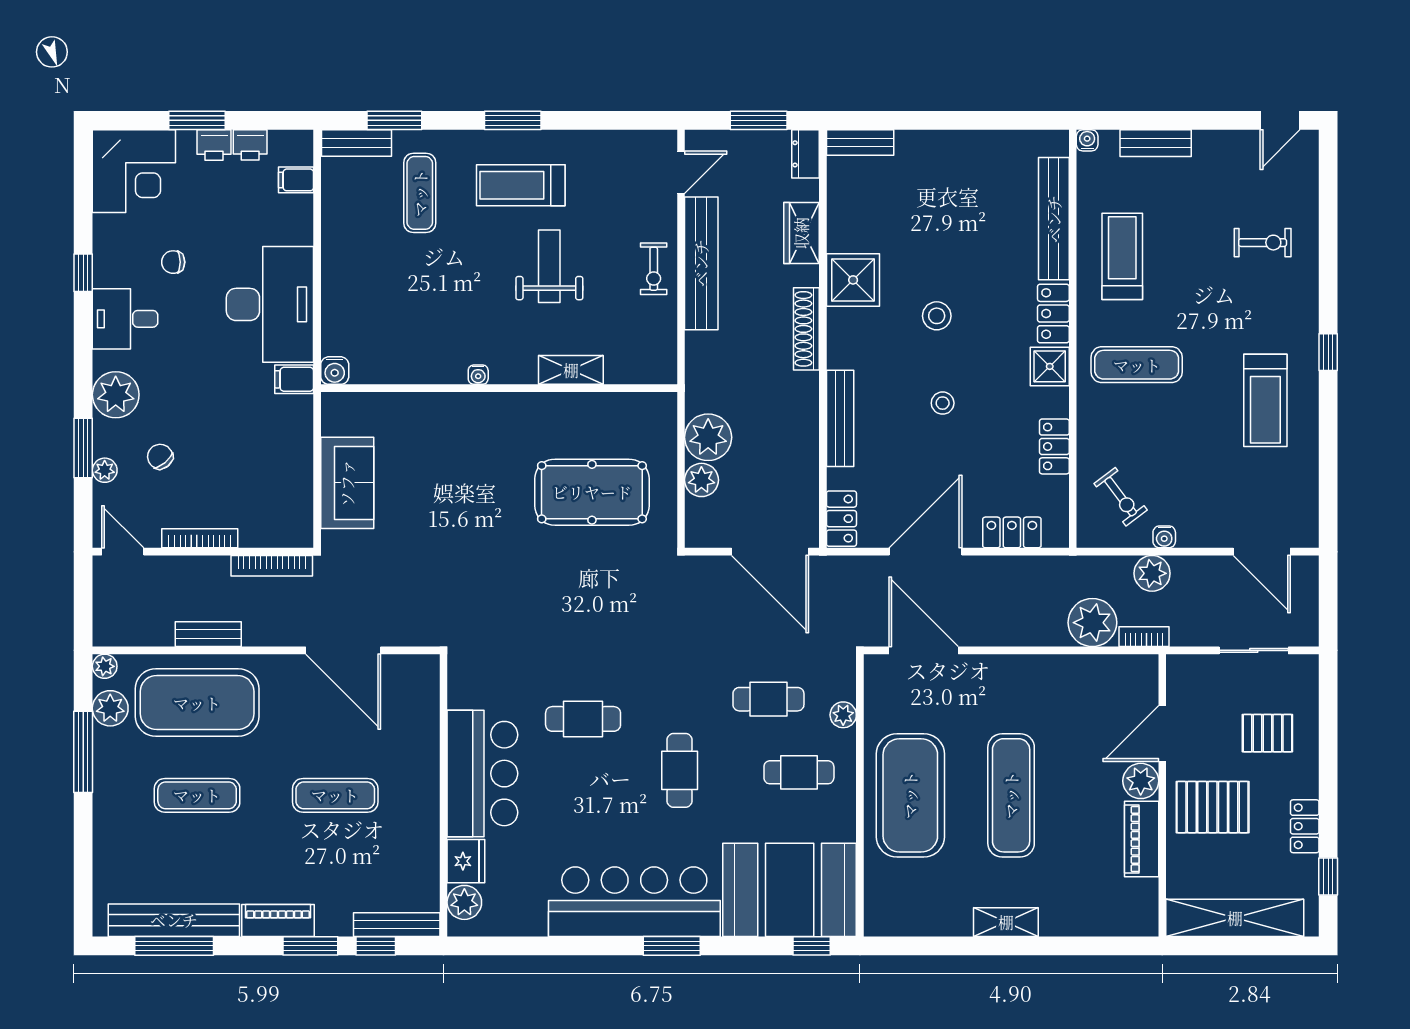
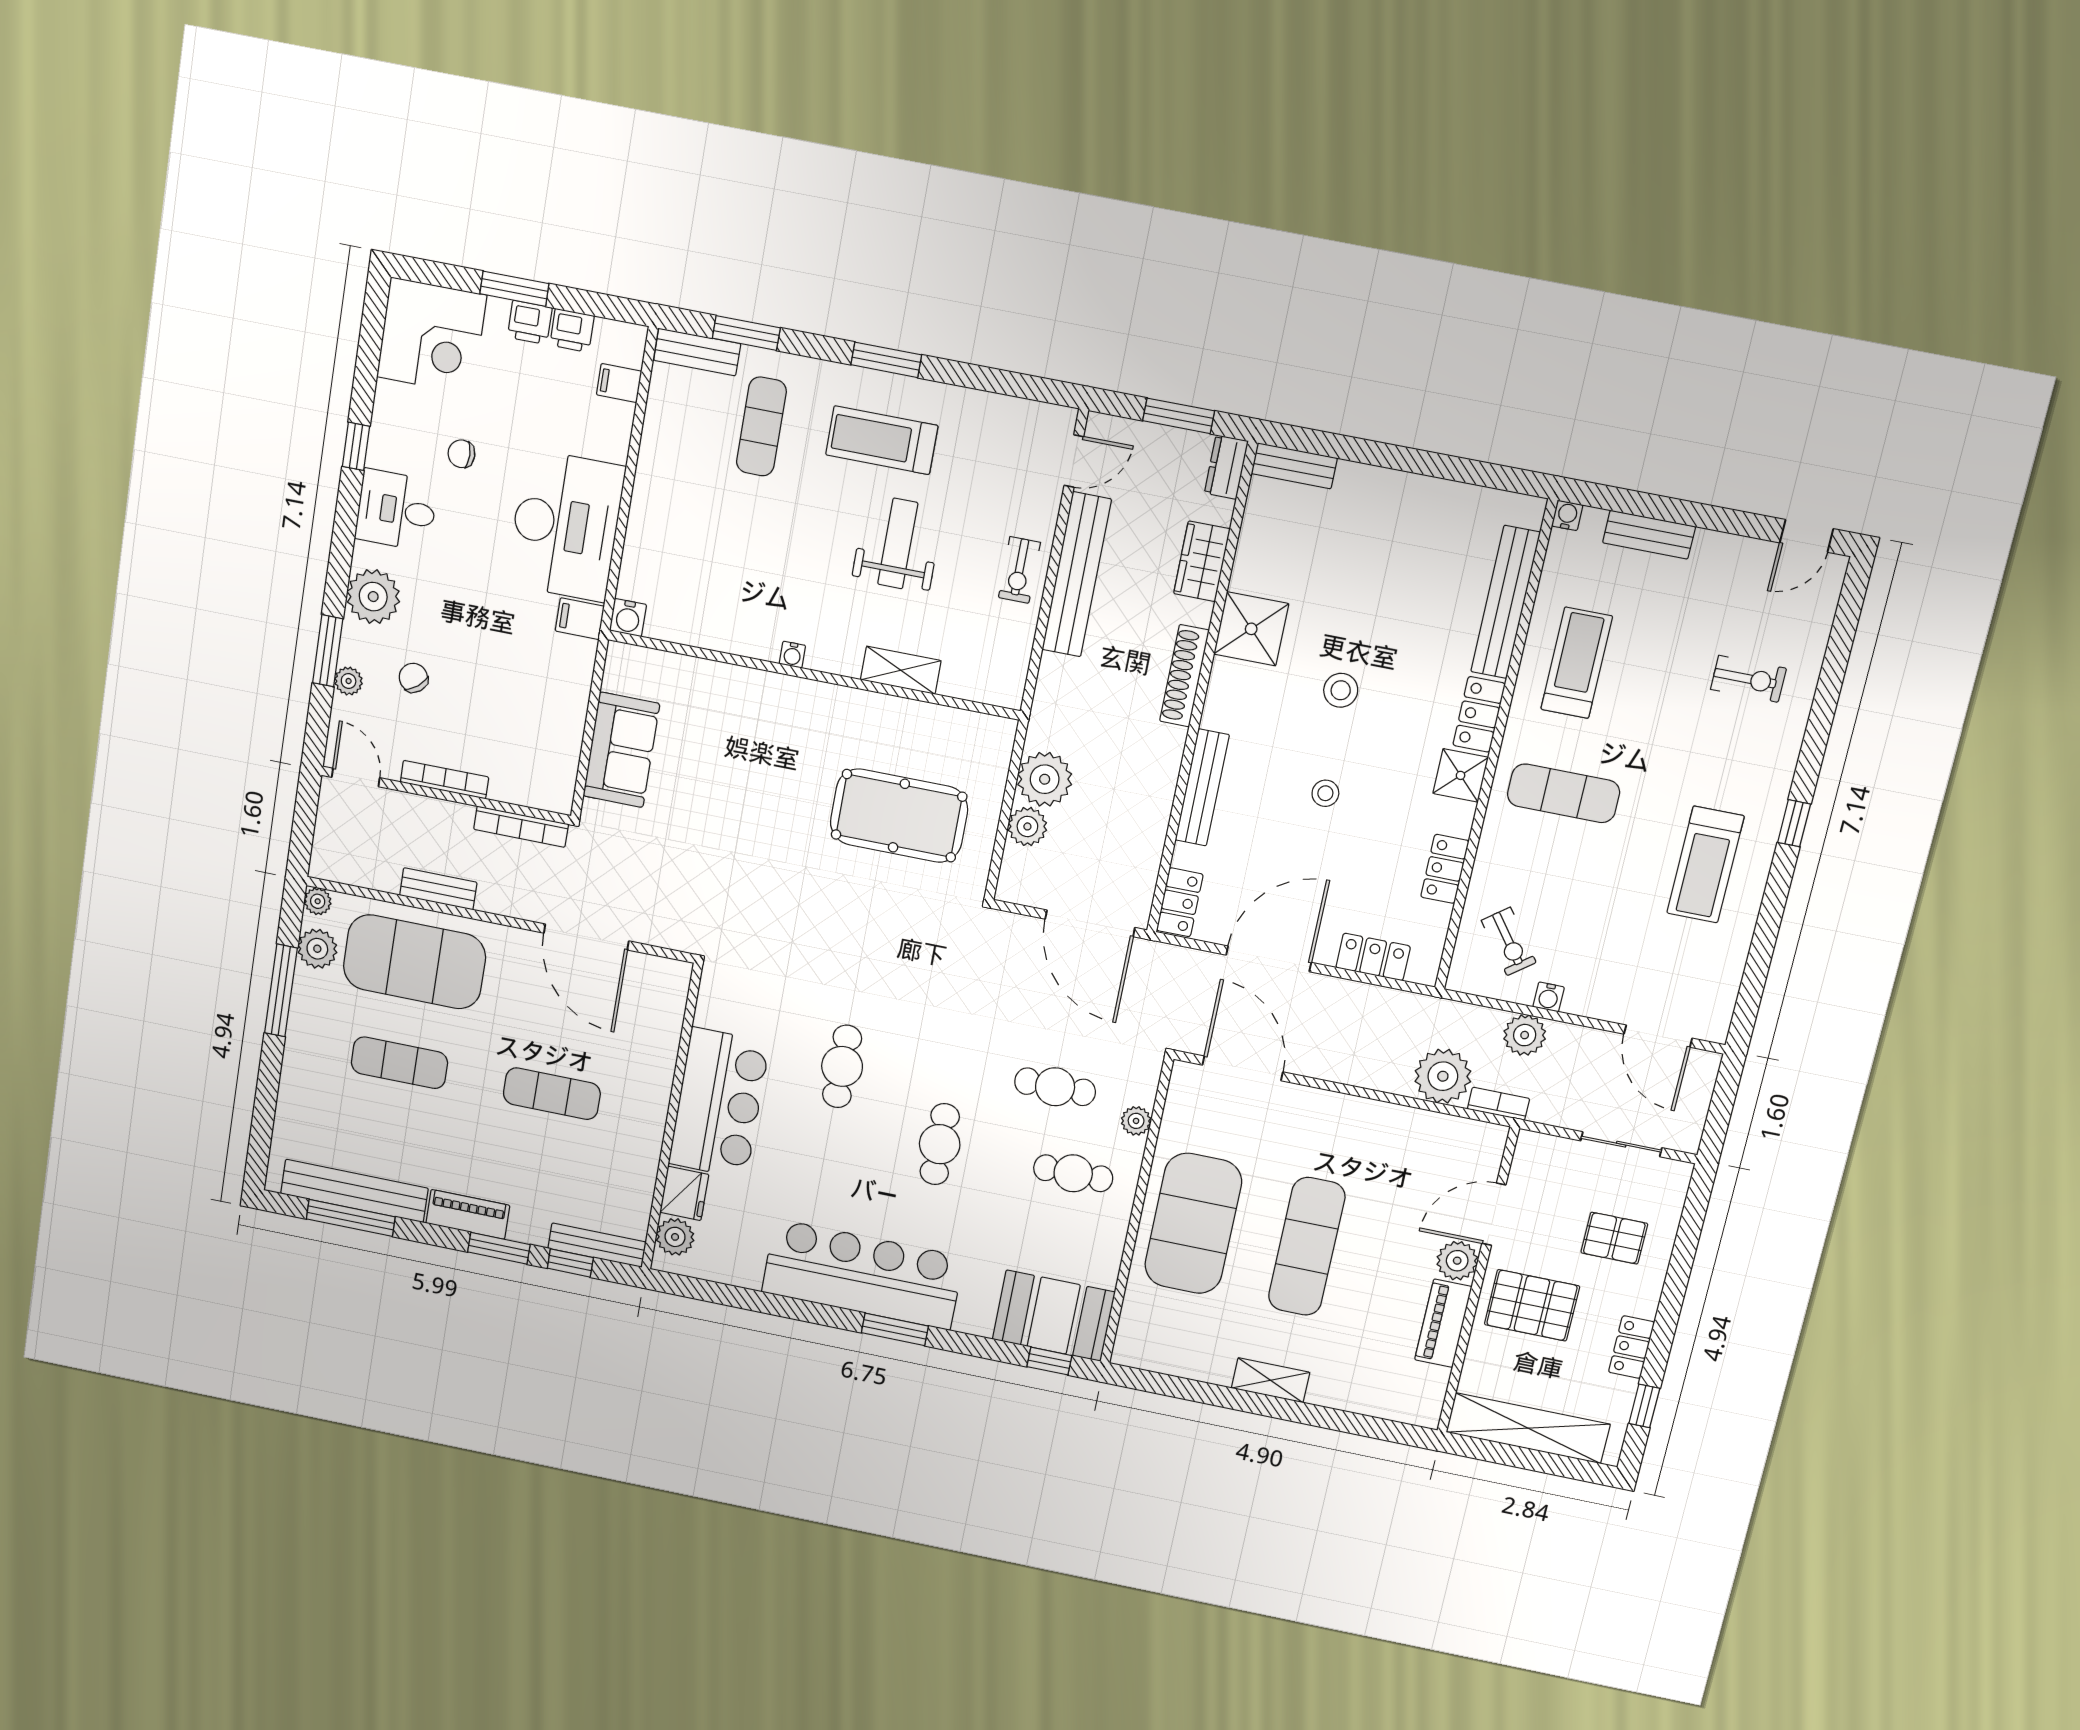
cafe table: (583, 719) -> (842, 1066), turned 90
booth: (790, 890) -> (1054, 1316), width x0.73, depth x0.70

